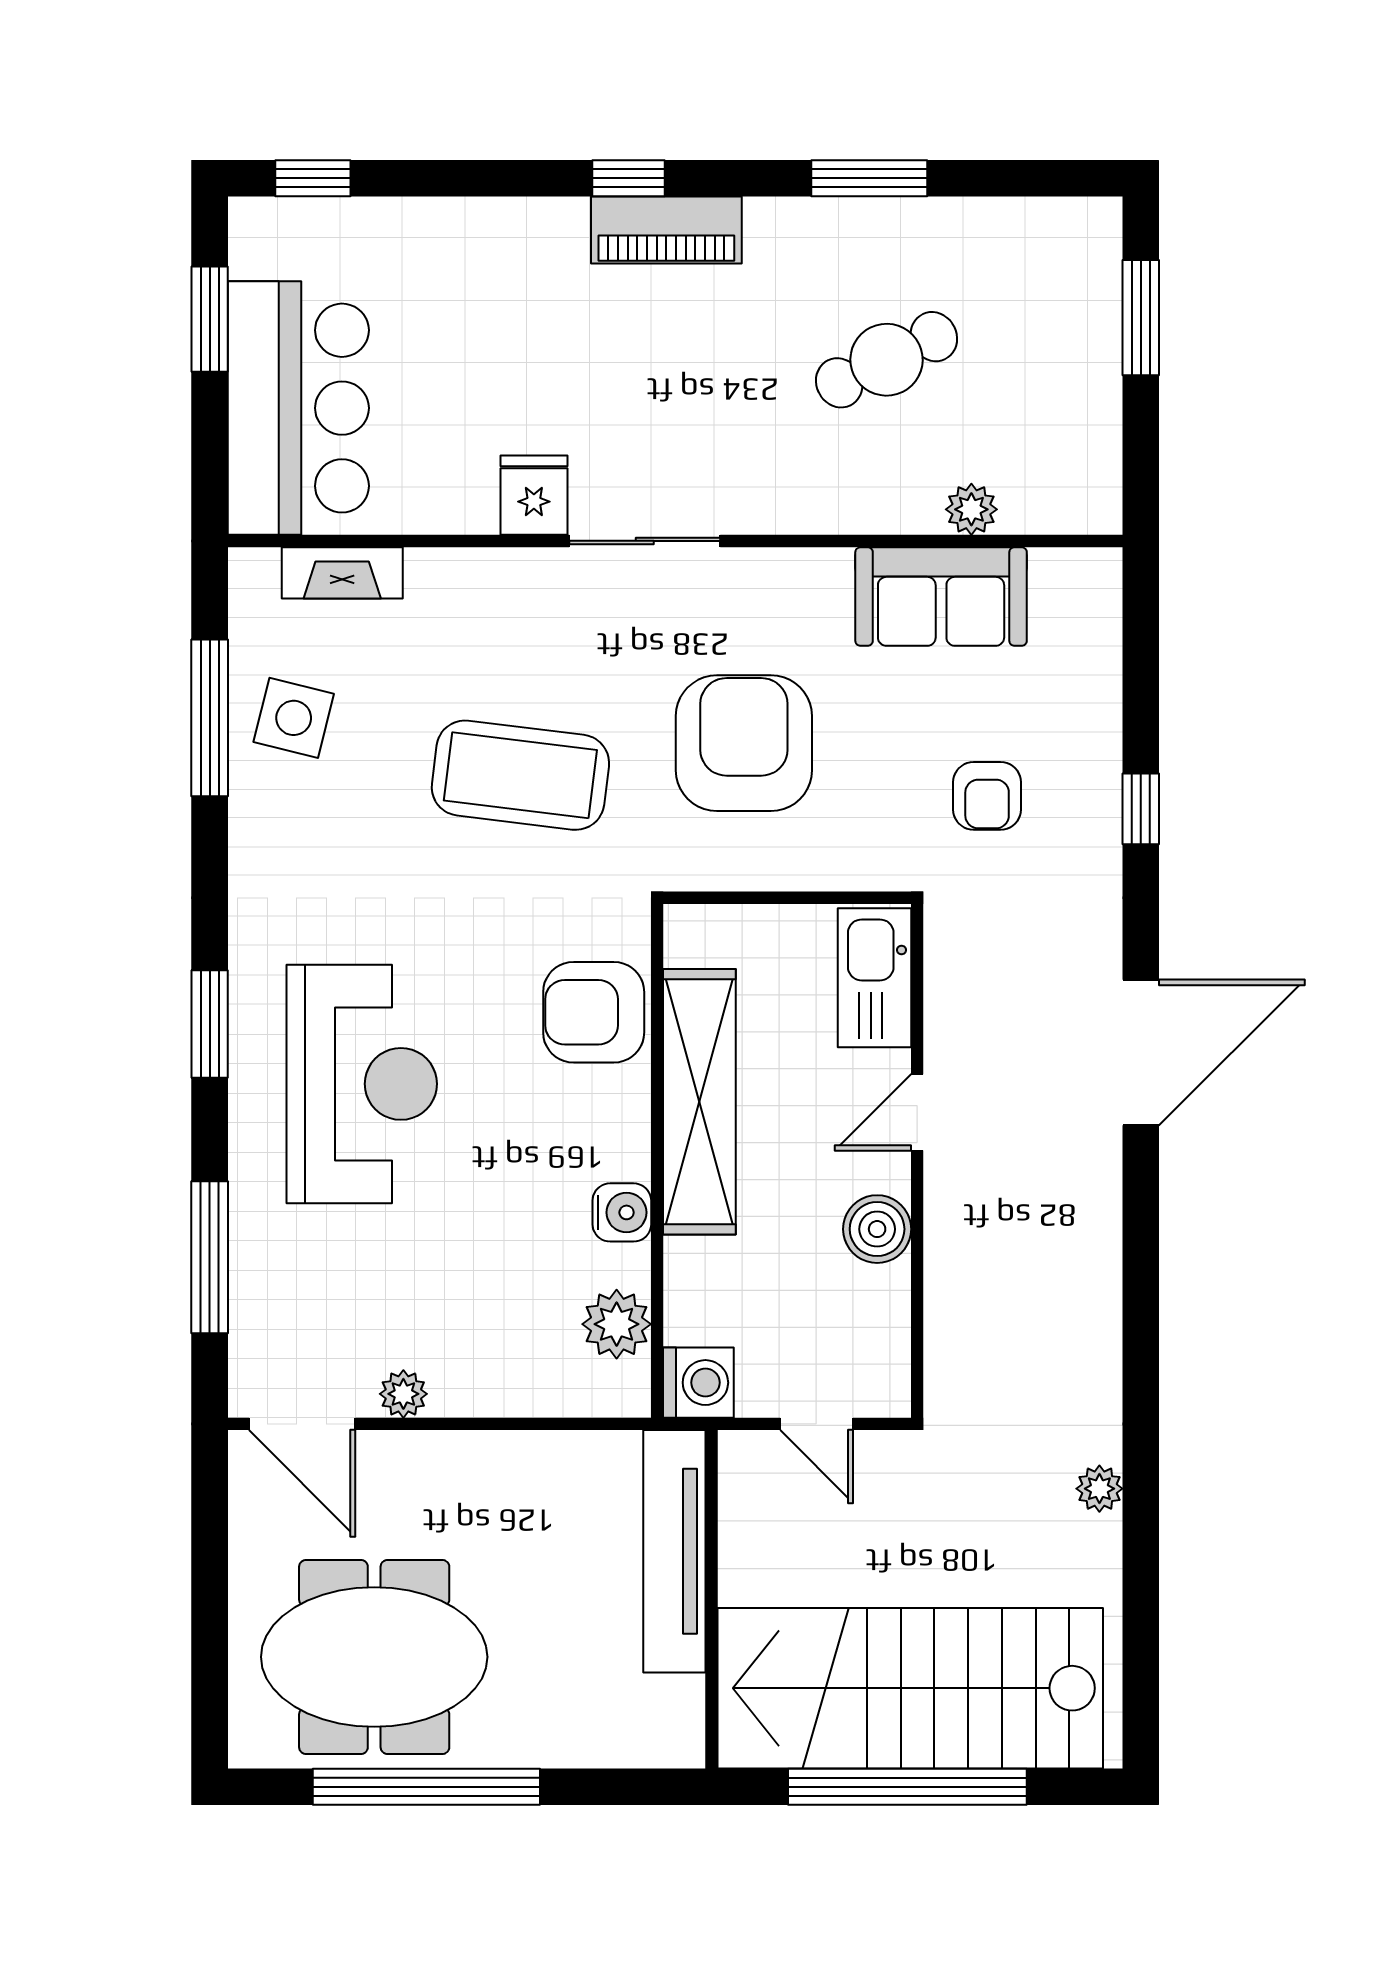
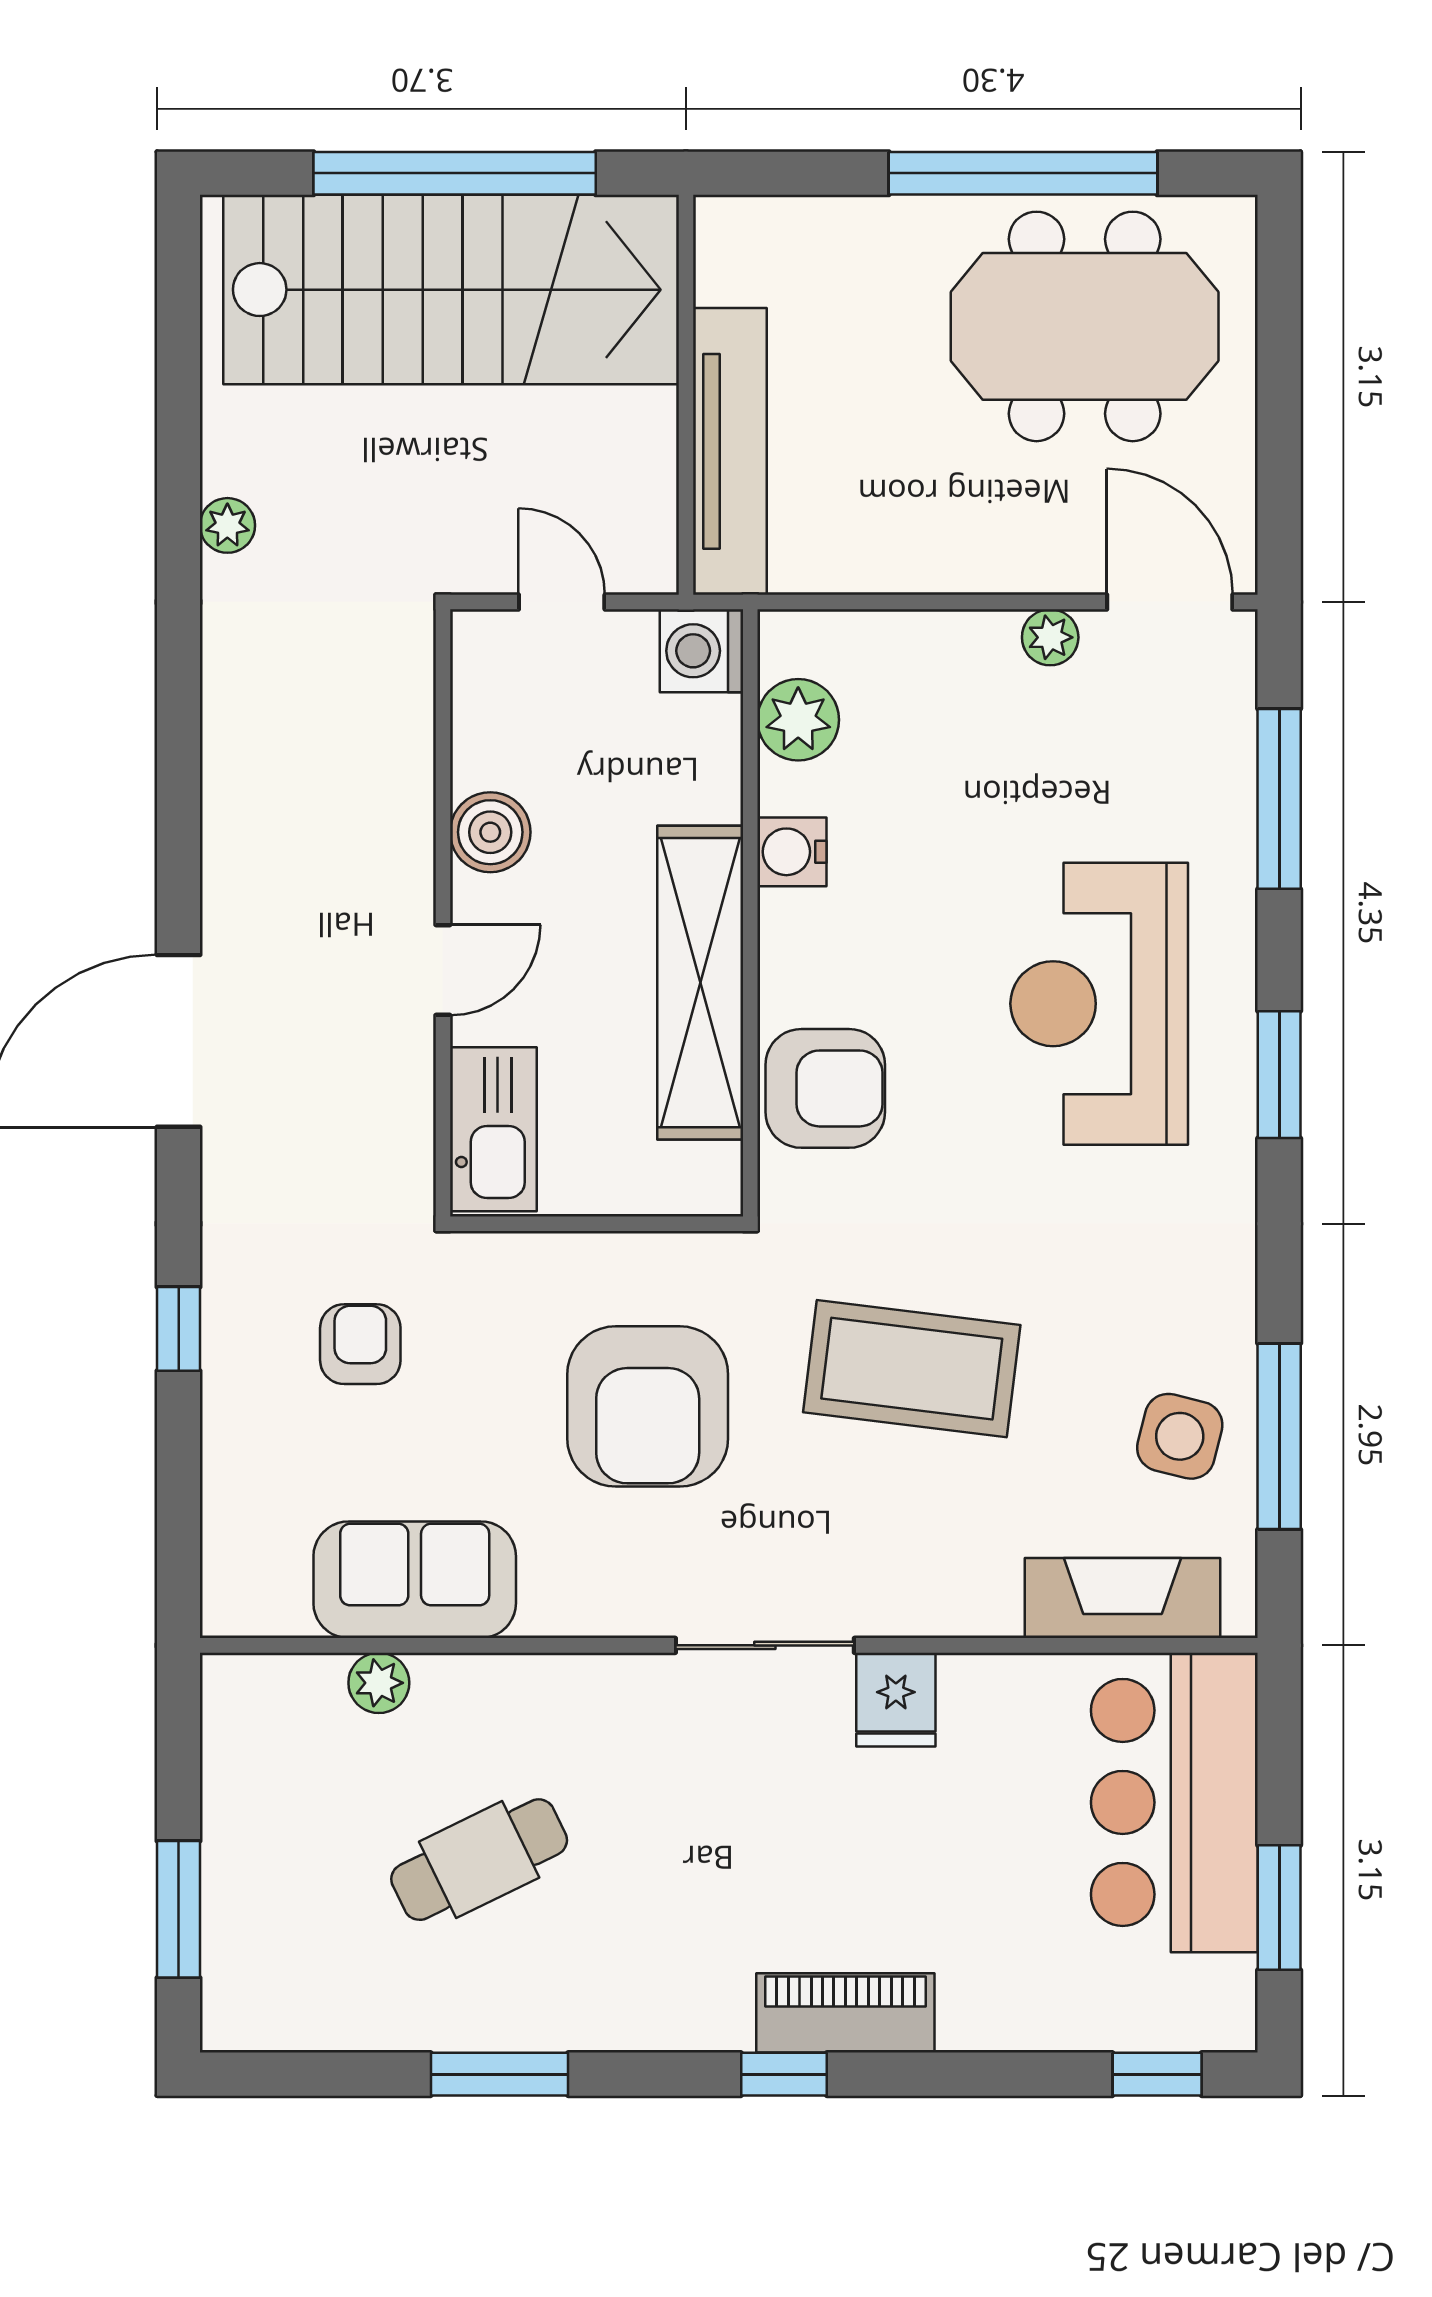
piano: (666, 230) -> (845, 2013), moved
fireplace: (342, 573) -> (1122, 1598), width x1.37, depth x1.32

